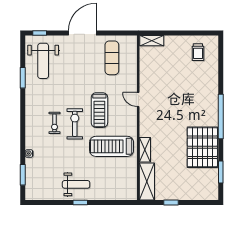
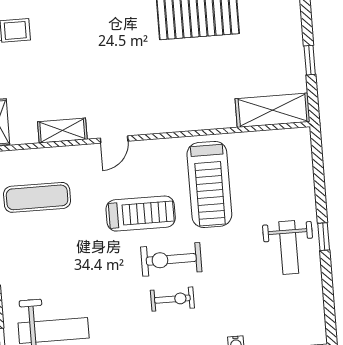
shelving: (145, 150) -> (62, 131), moved
weight bench: (76, 184) -> (289, 248), turned 180

